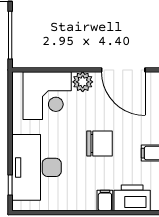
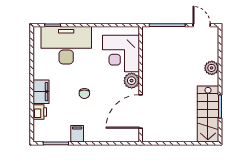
chair: (100, 144) -> (84, 93), width x0.54, depth x0.54
printer: (132, 198) -> (40, 112), width x0.53, depth x0.68
filing cabinet: (105, 200) -> (41, 92), width x2.00

